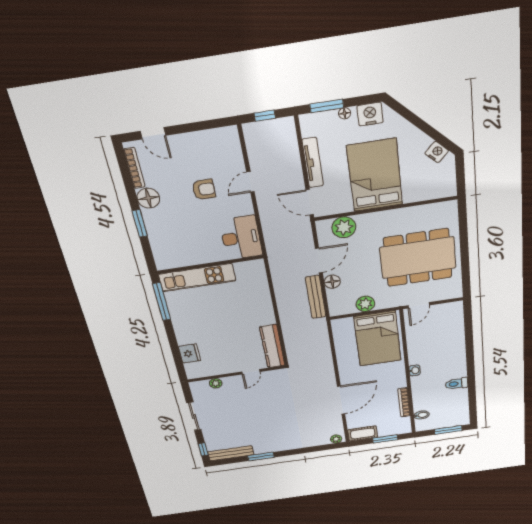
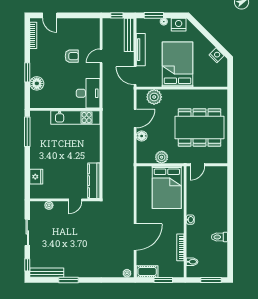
floor lamp: (148, 198) -> (37, 83), moved
kitchen unit: (197, 278) -> (75, 118), moved
bench: (316, 297) -> (129, 35), moved

